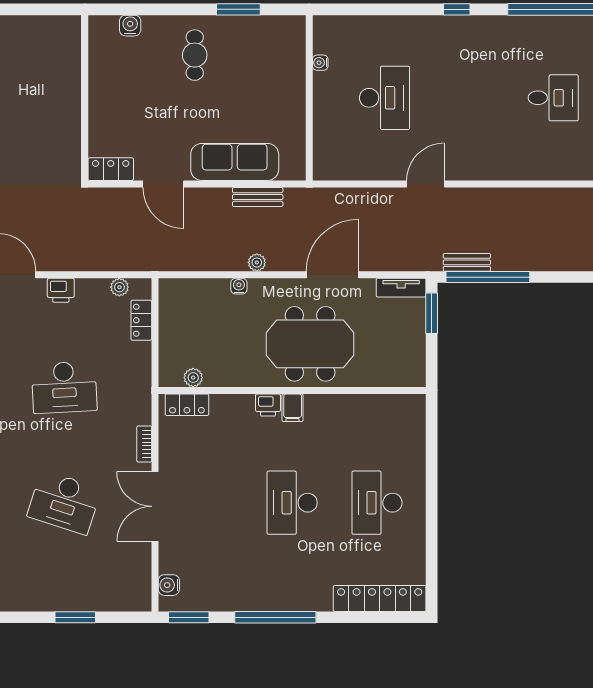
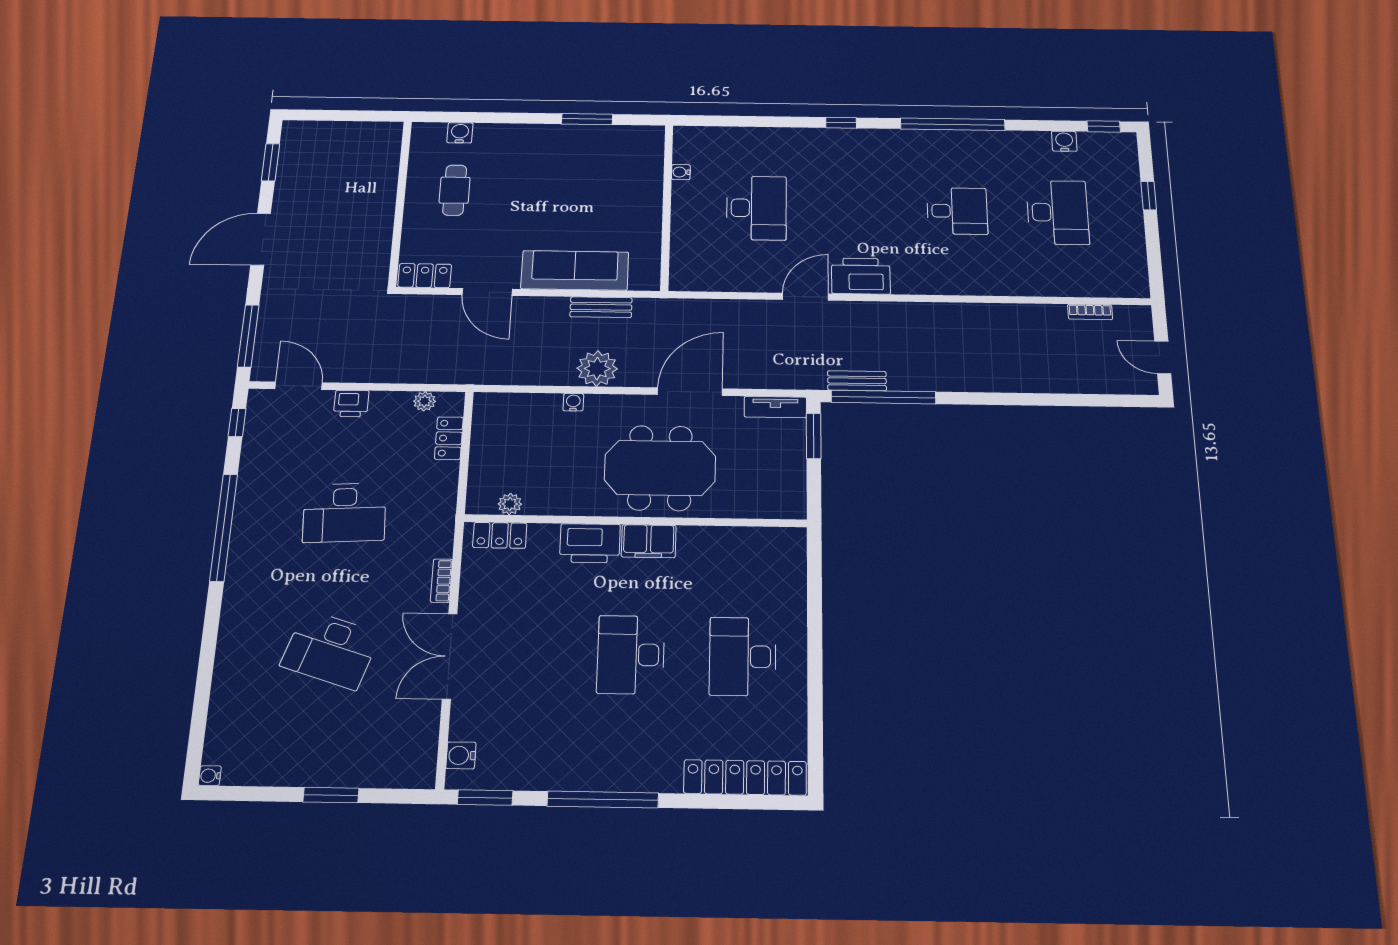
cafe table: (195, 55) -> (455, 190), moved
printer: (471, 163) -> (861, 276), added
plant: (257, 262) -> (597, 369), width x1.88, depth x1.88
printer: (268, 405) -> (590, 543), width x1.87, depth x1.48
filing cabinet: (293, 408) -> (649, 541), width x2.00

